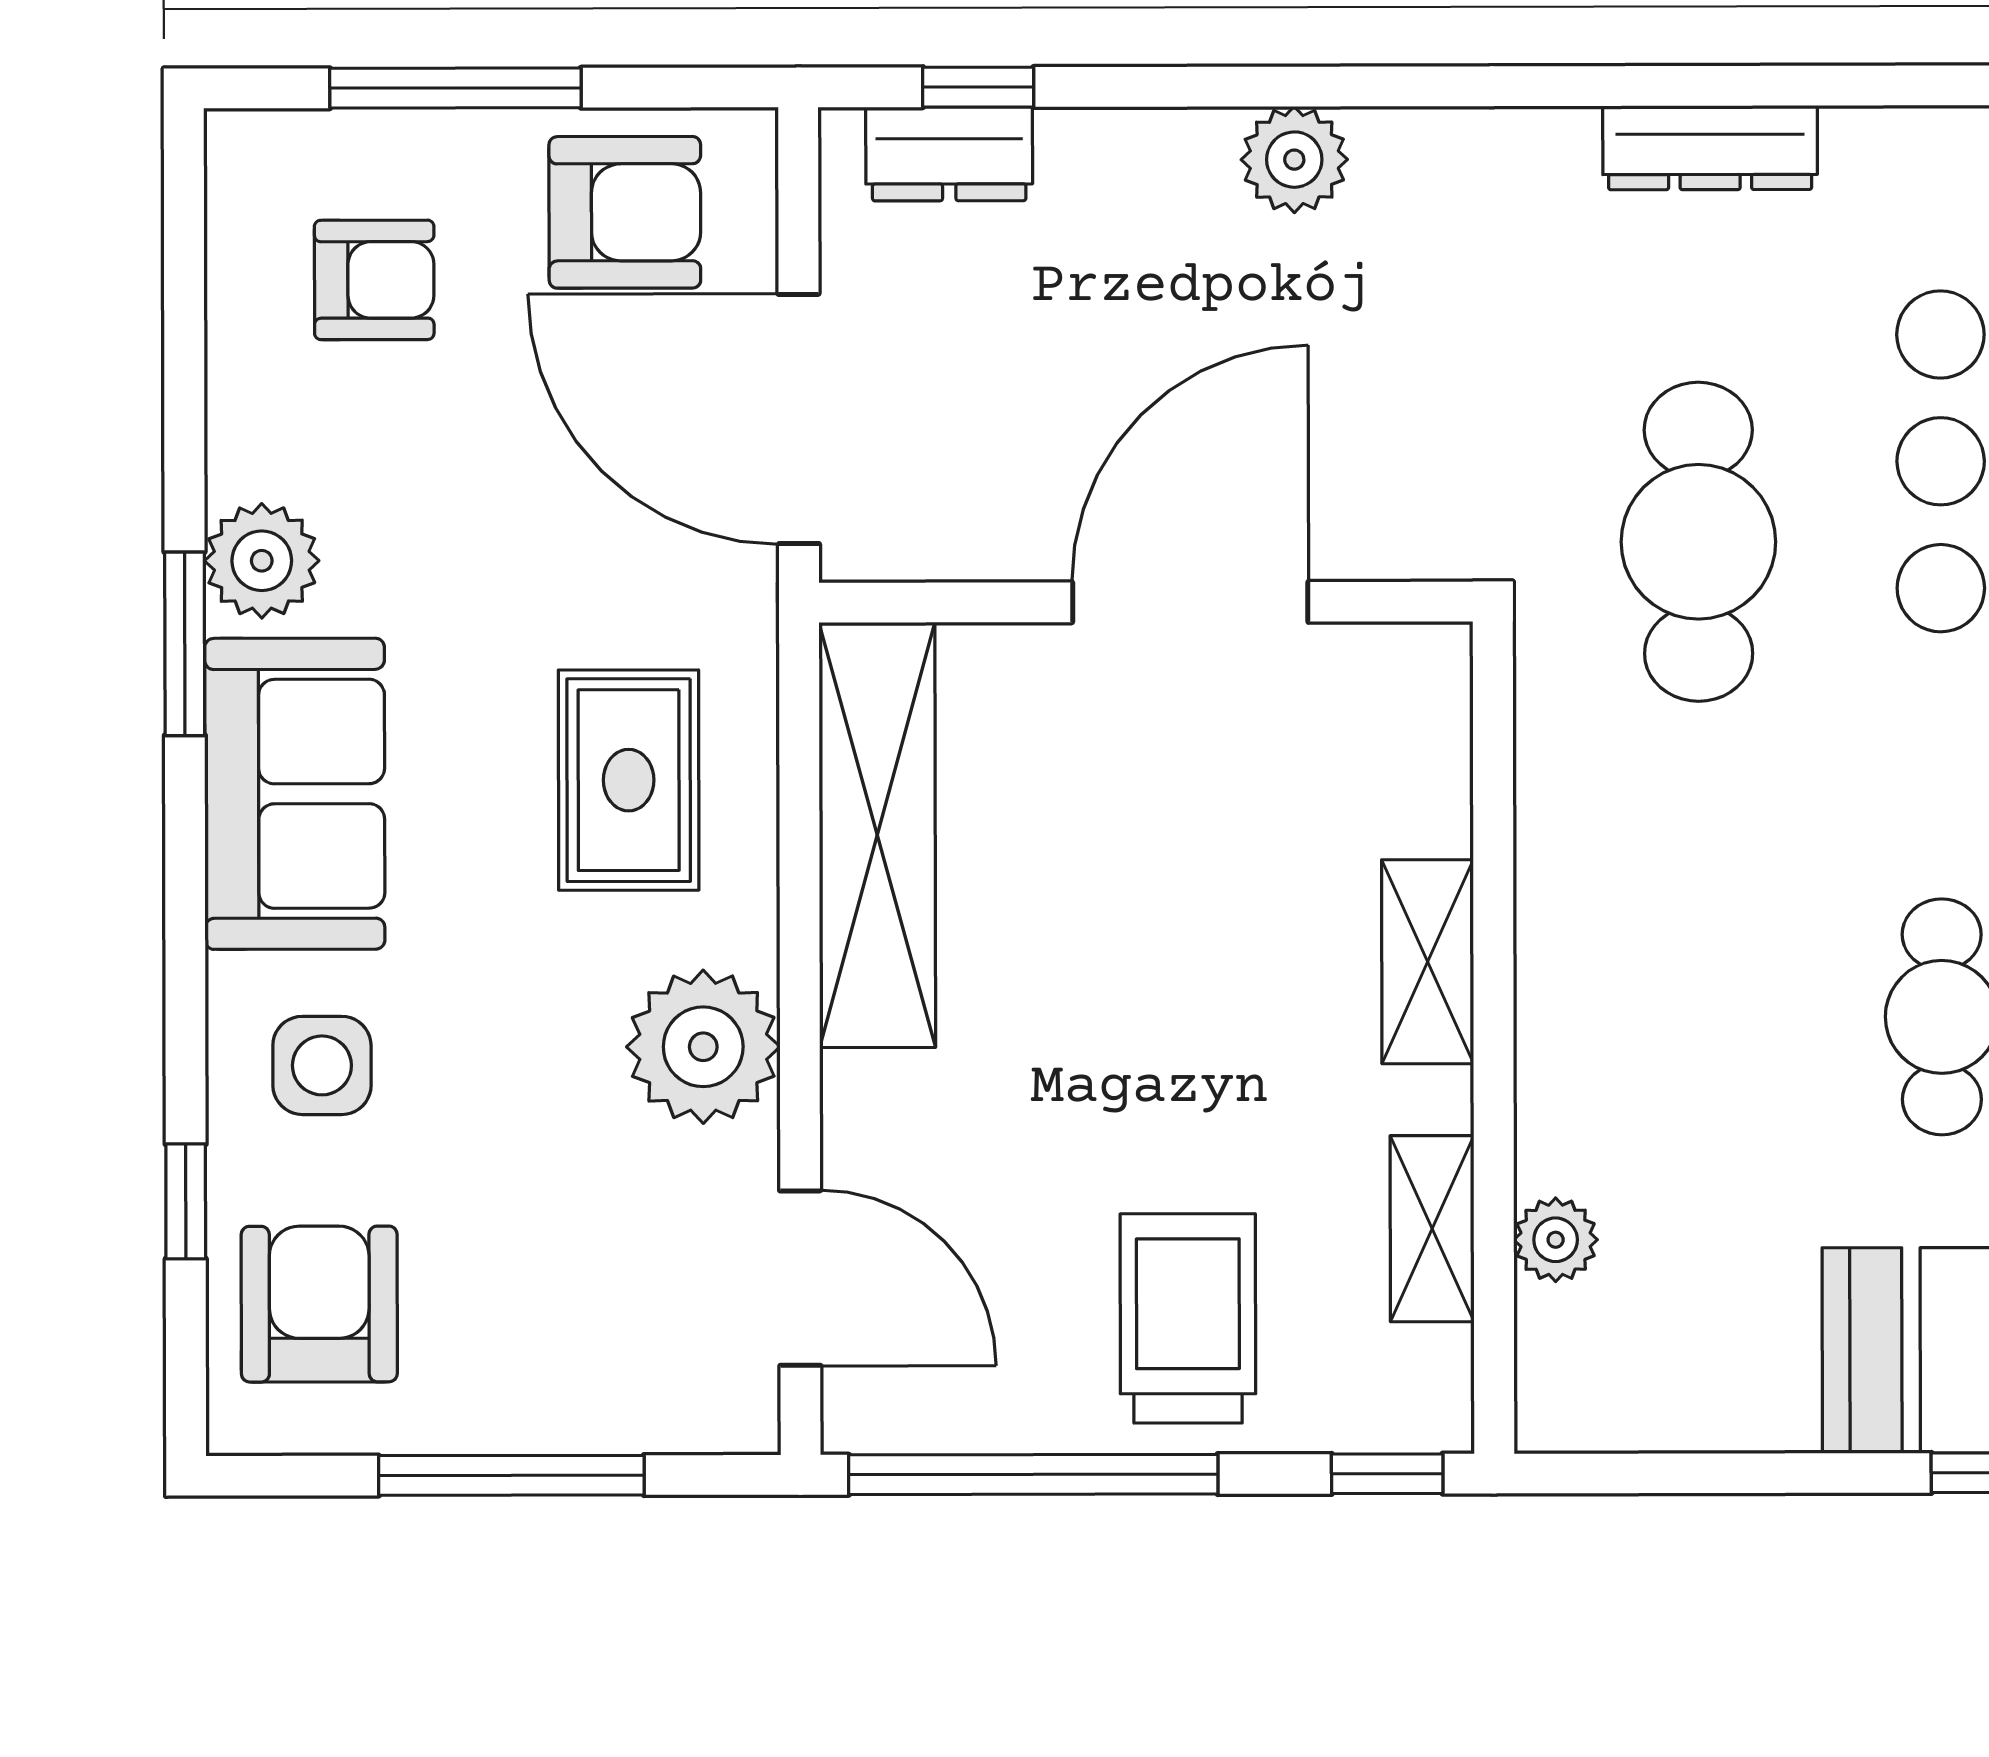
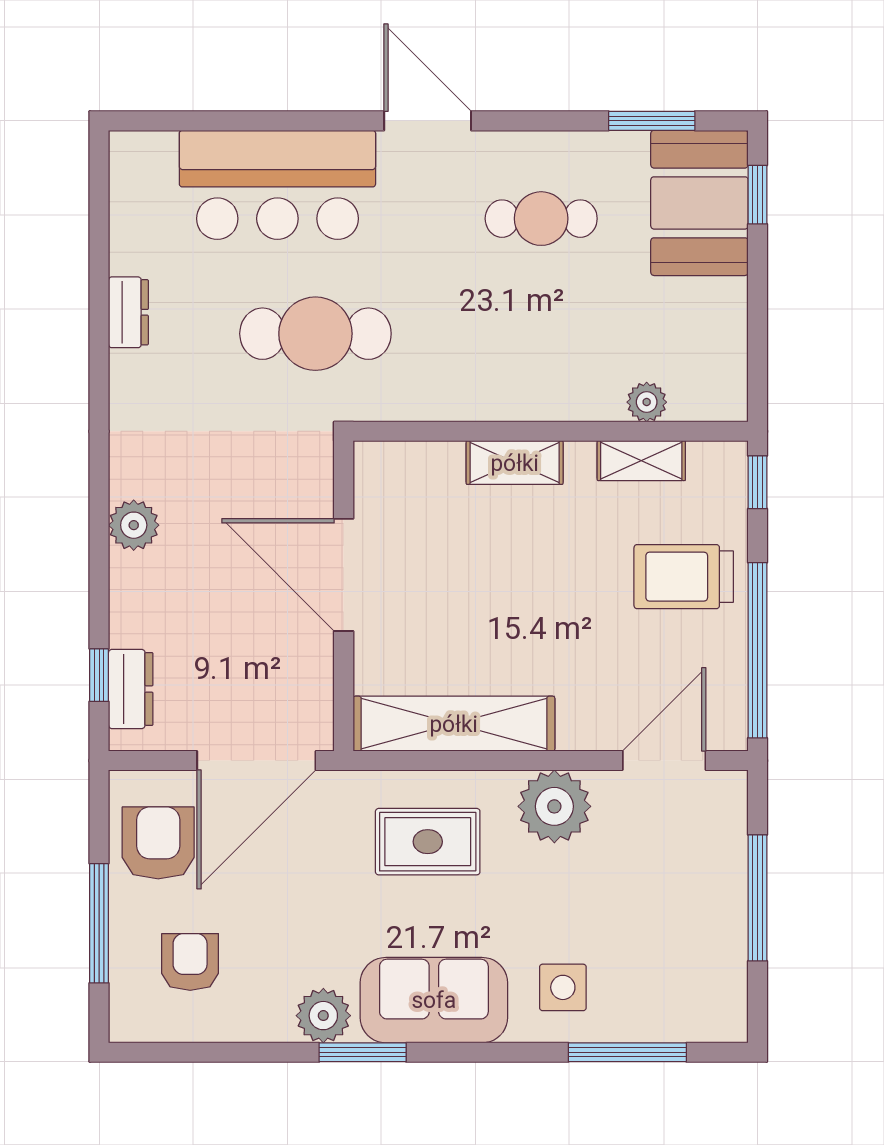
dresser: (1710, 148) -> (128, 312), width x0.70
window: (186, 1201) -> (627, 1052), width x2.17
armchair: (319, 1304) -> (676, 989), removed

